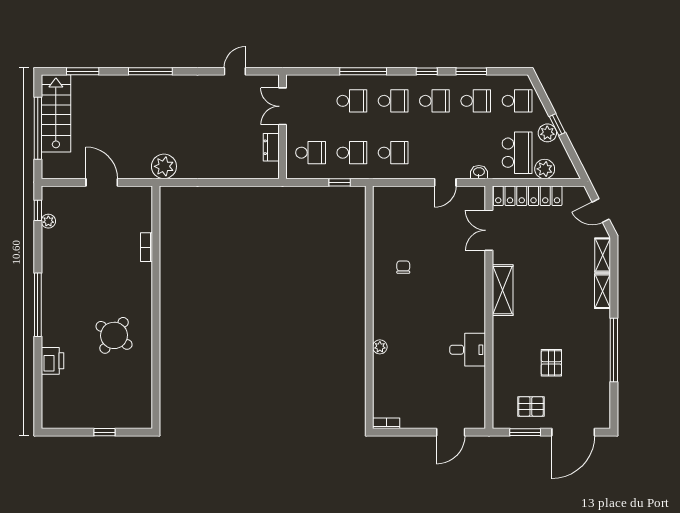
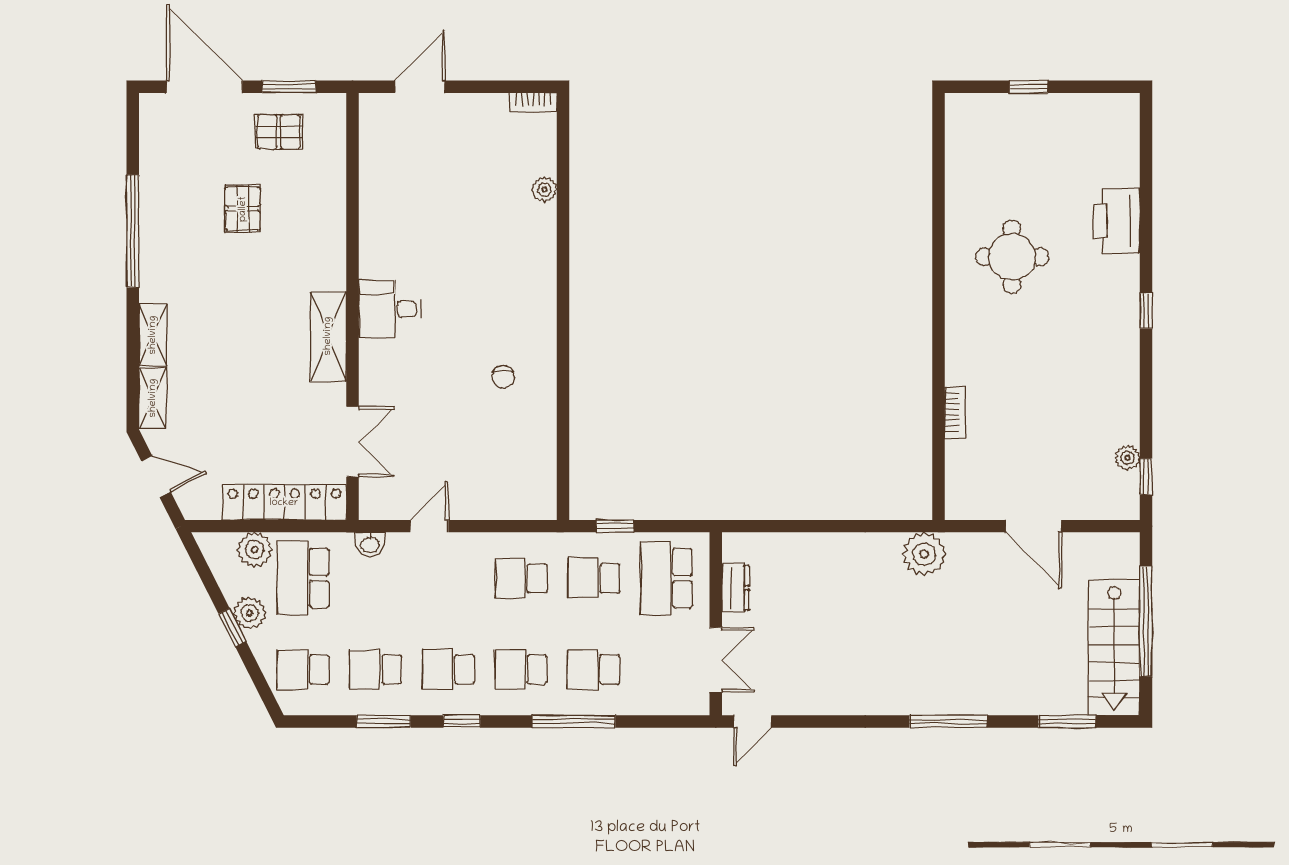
door: (235, 71) -> (753, 721), moved
school desk: (311, 153) -> (666, 578), width x1.85
window: (38, 305) -> (1146, 311), width x0.32
round table: (114, 335) -> (1012, 257), turned -35
plant: (380, 347) -> (544, 190), moved
desk: (468, 350) -> (390, 309), moved
printer: (52, 361) -> (1116, 221), width x1.37, depth x1.19
door: (573, 432) -> (204, 87), hinge flipped

